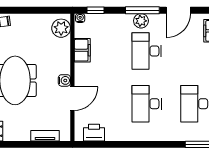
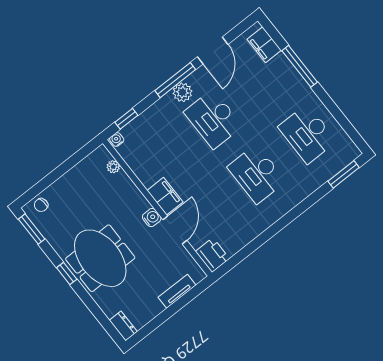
plant: (61, 28) -> (113, 167), width x0.53, depth x0.53
filing cabinet: (82, 50) -> (165, 196), moved
printer: (94, 133) -> (212, 255), moved, turned 90

